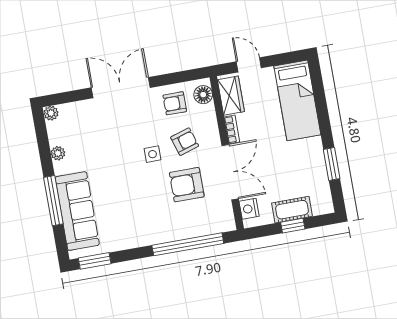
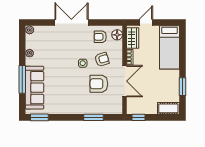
door: (249, 65) -> (146, 23), hinge flipped
nightstand: (249, 209) -> (131, 104), removed
cot: (292, 210) -> (168, 108), moved
window: (293, 226) -> (139, 117), moved
window: (188, 244) -> (94, 117), width x0.47

